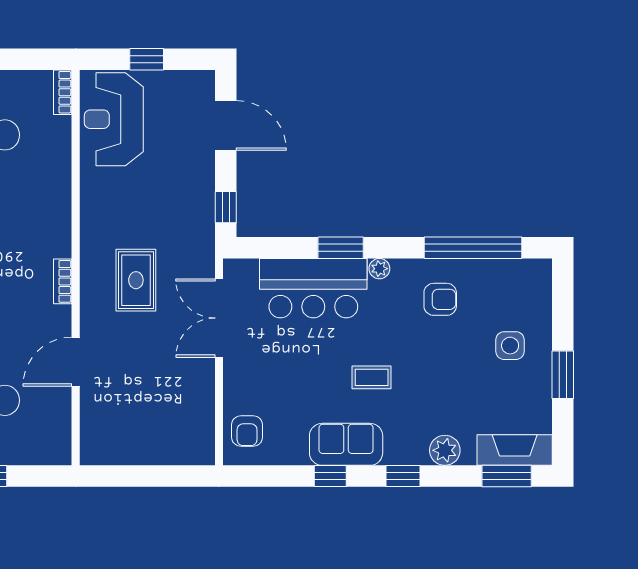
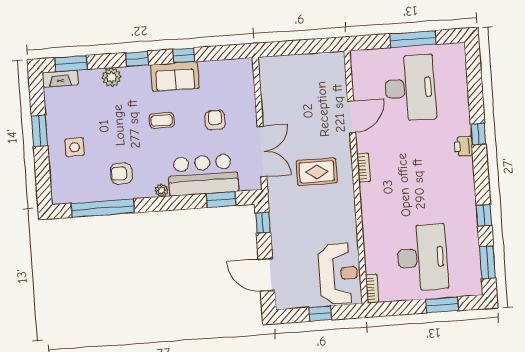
window: (341, 248) -> (221, 200), moved
rug: (136, 280) -> (317, 172), turned 90
armchair: (247, 431) -> (215, 120), moved
fireplace: (515, 450) -> (60, 79), width x0.73, depth x0.76

